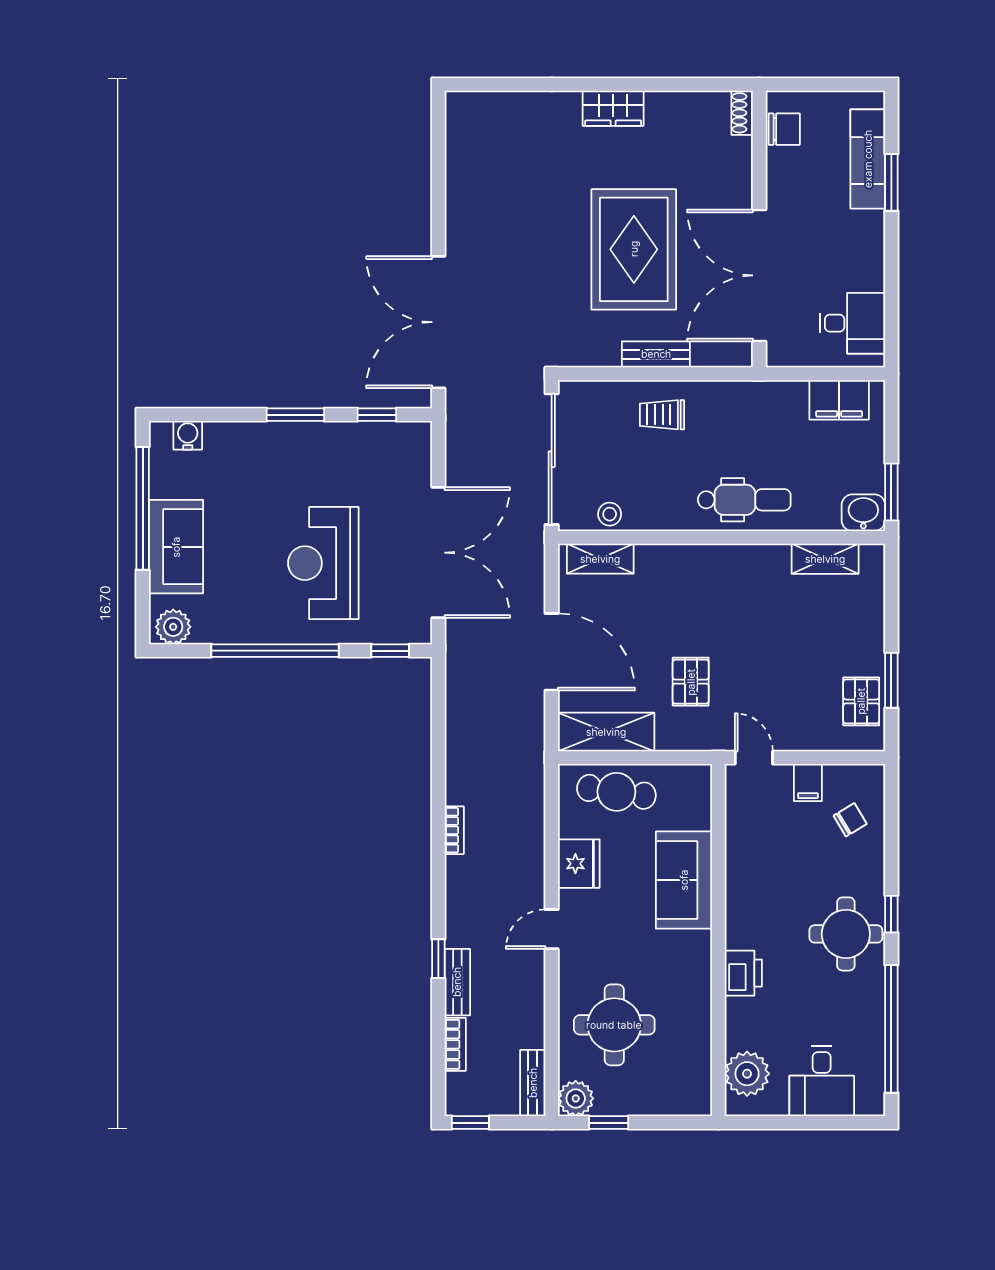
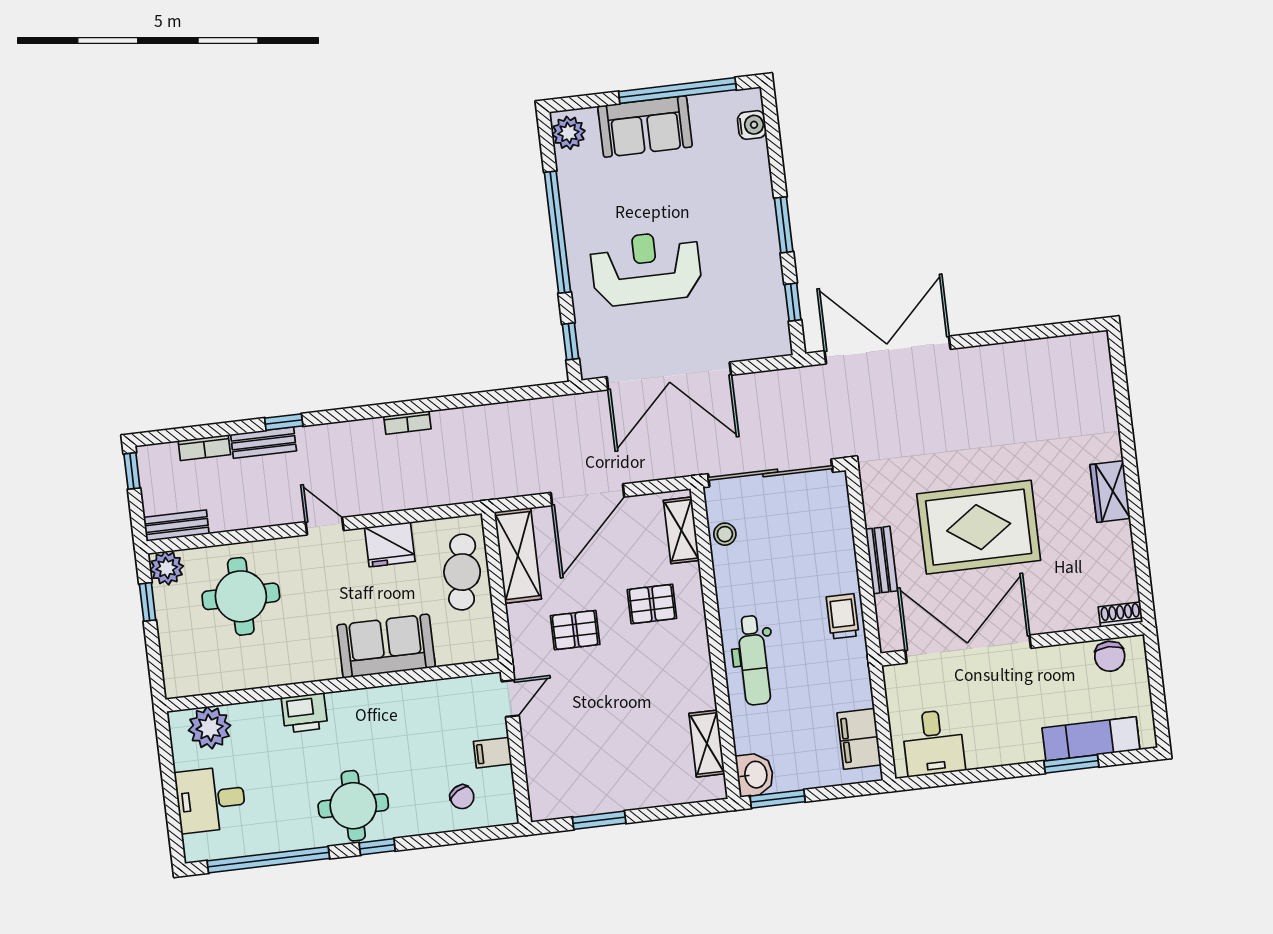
trolley: (662, 415) -> (843, 616), moved
pallet: (861, 701) -> (652, 604), moved

